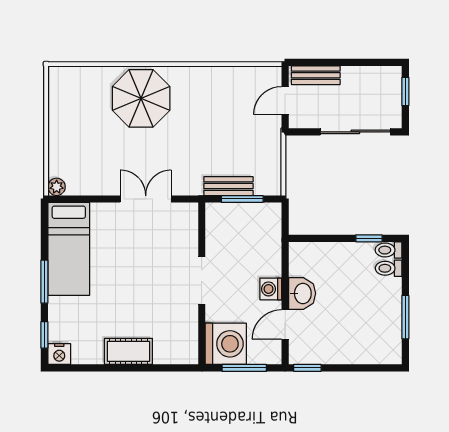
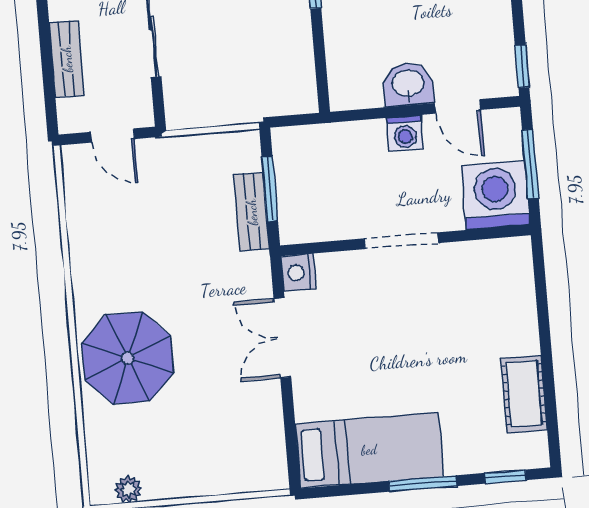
bench: (316, 75) -> (67, 59), moved
plant: (57, 187) -> (128, 489), moved
cot: (128, 351) -> (524, 394), moved
nightstand: (59, 354) -> (299, 272), moved, turned 180

